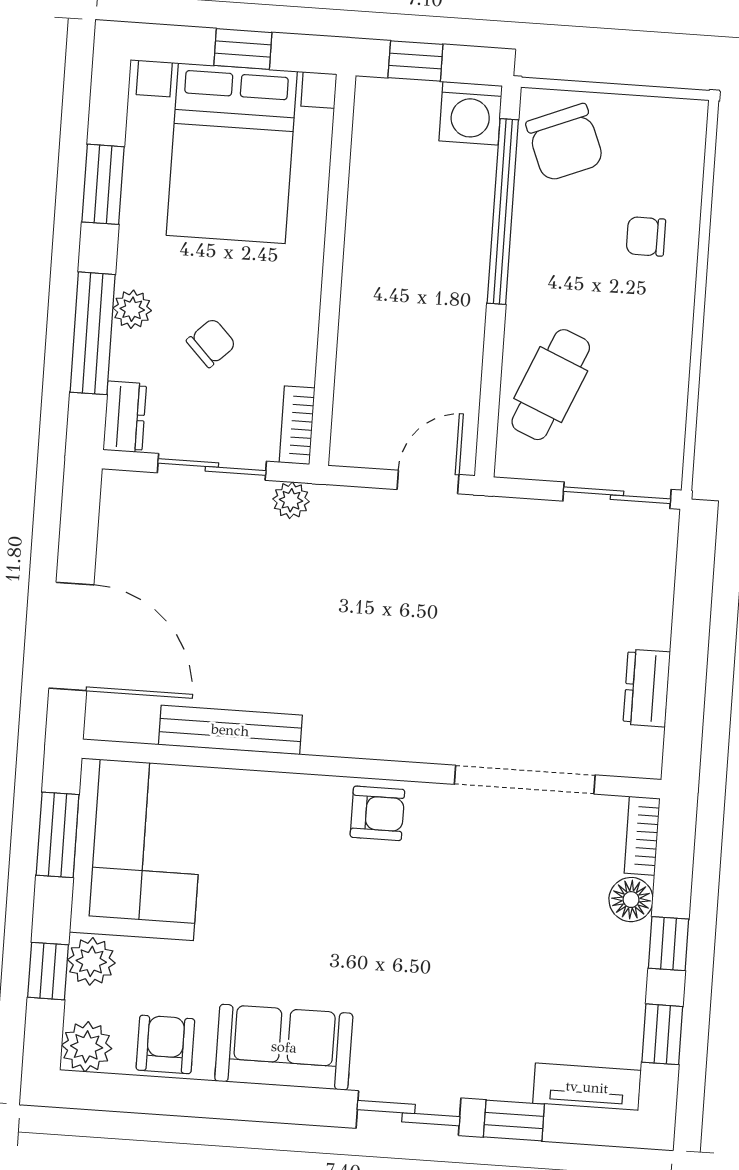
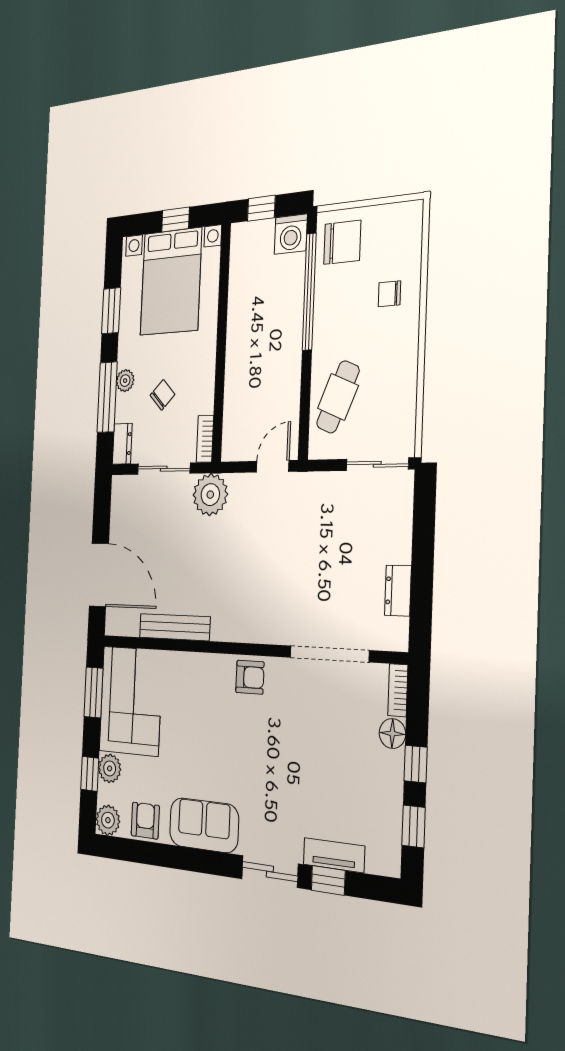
chair: (565, 143) -> (342, 242), turned -68
plant: (291, 500) -> (210, 495), width x1.87, depth x1.87
tv unit: (587, 1087) -> (334, 855), moved

